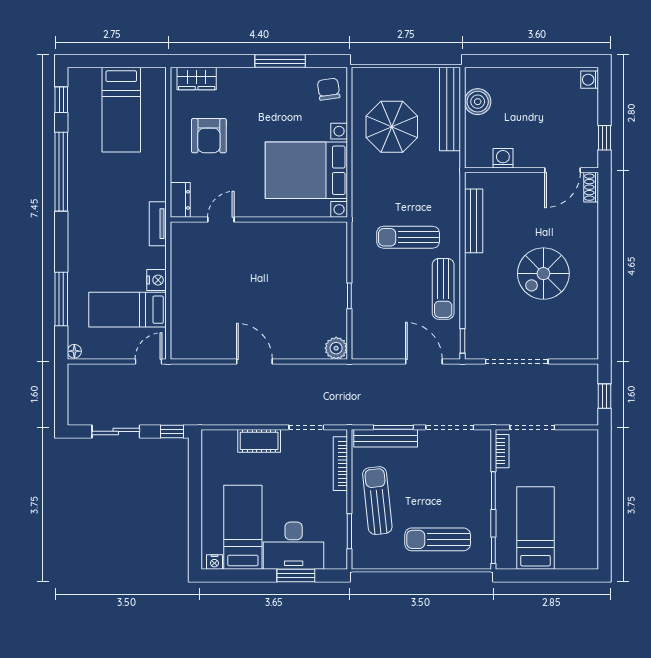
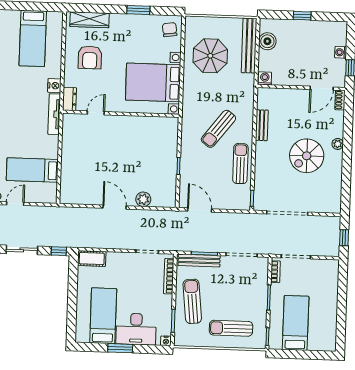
window: (280, 61) -> (138, 10), width x0.69
window: (529, 61) -> (302, 16), added
wardrobe: (197, 79) -> (89, 20), width x1.50
washing machine: (590, 80) -> (341, 52), moved
washing machine: (503, 158) -> (265, 78), moved
bench: (474, 221) -> (262, 125), width x0.73
tv unit: (158, 224) -> (54, 114), width x1.41
sun lounger: (408, 237) -> (218, 129), turned -52
plant: (590, 254) -> (338, 144), added
nightstand: (156, 280) -> (54, 86), moved
sun lounger: (443, 289) -> (240, 164), turned 180
plant: (336, 348) -> (143, 199), moved
door: (148, 361) -> (15, 204), moved
door: (424, 361) -> (200, 210), moved
cot: (259, 441) -> (92, 259), moved
nightstand: (214, 562) -> (166, 341), moved
window: (296, 576) -> (120, 348), moved

